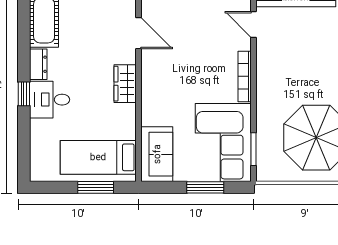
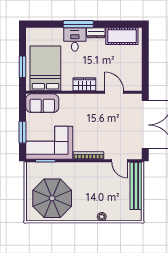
door: (254, 24) -> (120, 161), swing flipped
door: (139, 33) -> (114, 92), swing flipped
window: (24, 94) -> (78, 24), width x2.17
bed: (98, 157) -> (45, 68), width x1.50

